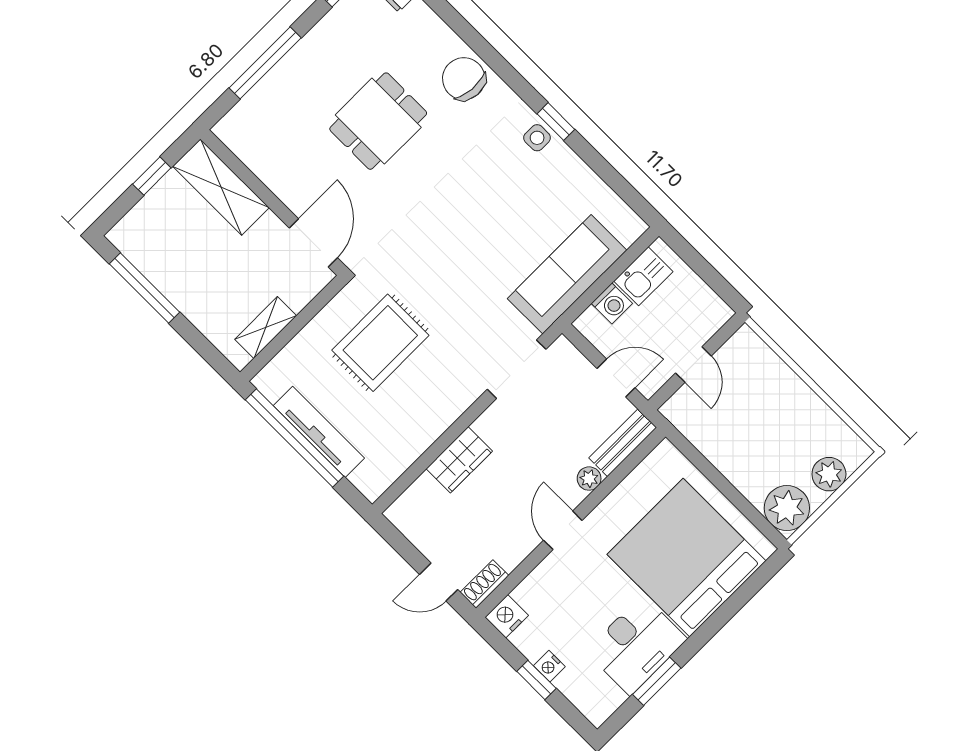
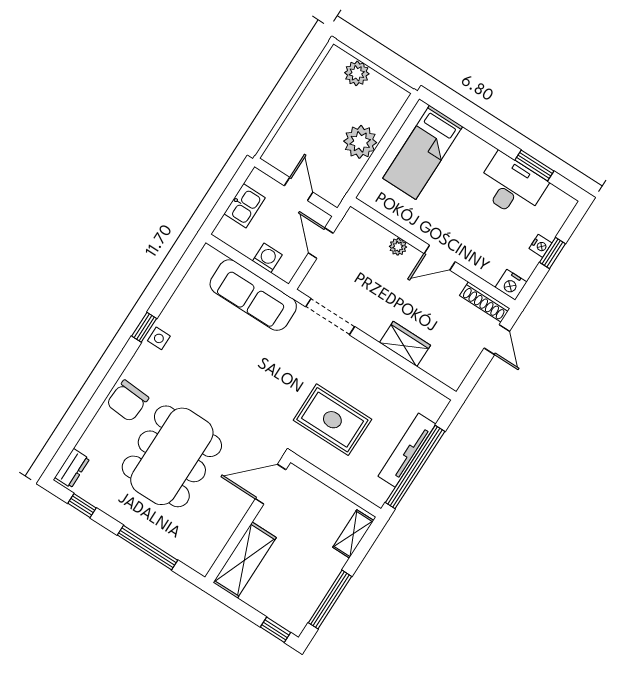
dining table: (378, 121) -> (172, 456), width x1.88, depth x1.24
window: (152, 176) -> (275, 630), moved
kitchen sink: (643, 276) -> (245, 206), moved, turned 90
shelving: (266, 328) -> (353, 534), moved, turned 90
door: (693, 364) -> (299, 189), hinge flipped
bench: (623, 443) -> (367, 228), removed
plant: (787, 508) -> (360, 142), moved
bed: (686, 558) -> (423, 152), width x0.49
shoe rack: (484, 584) -> (485, 302), width x1.43

